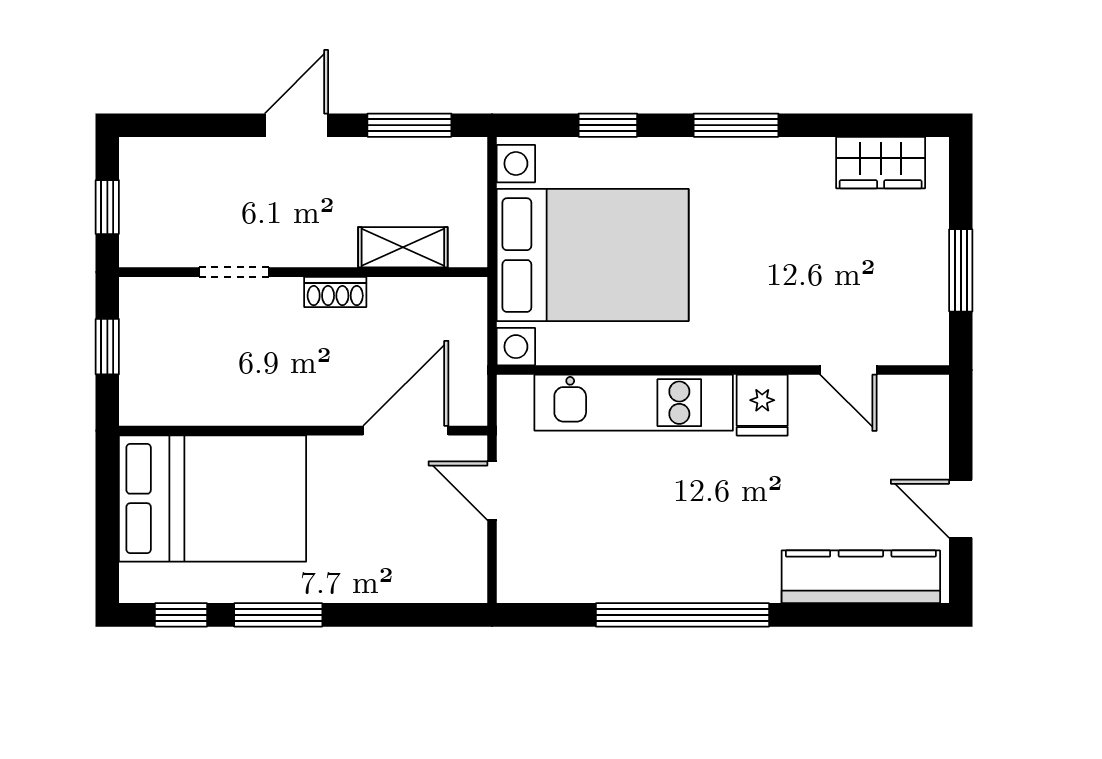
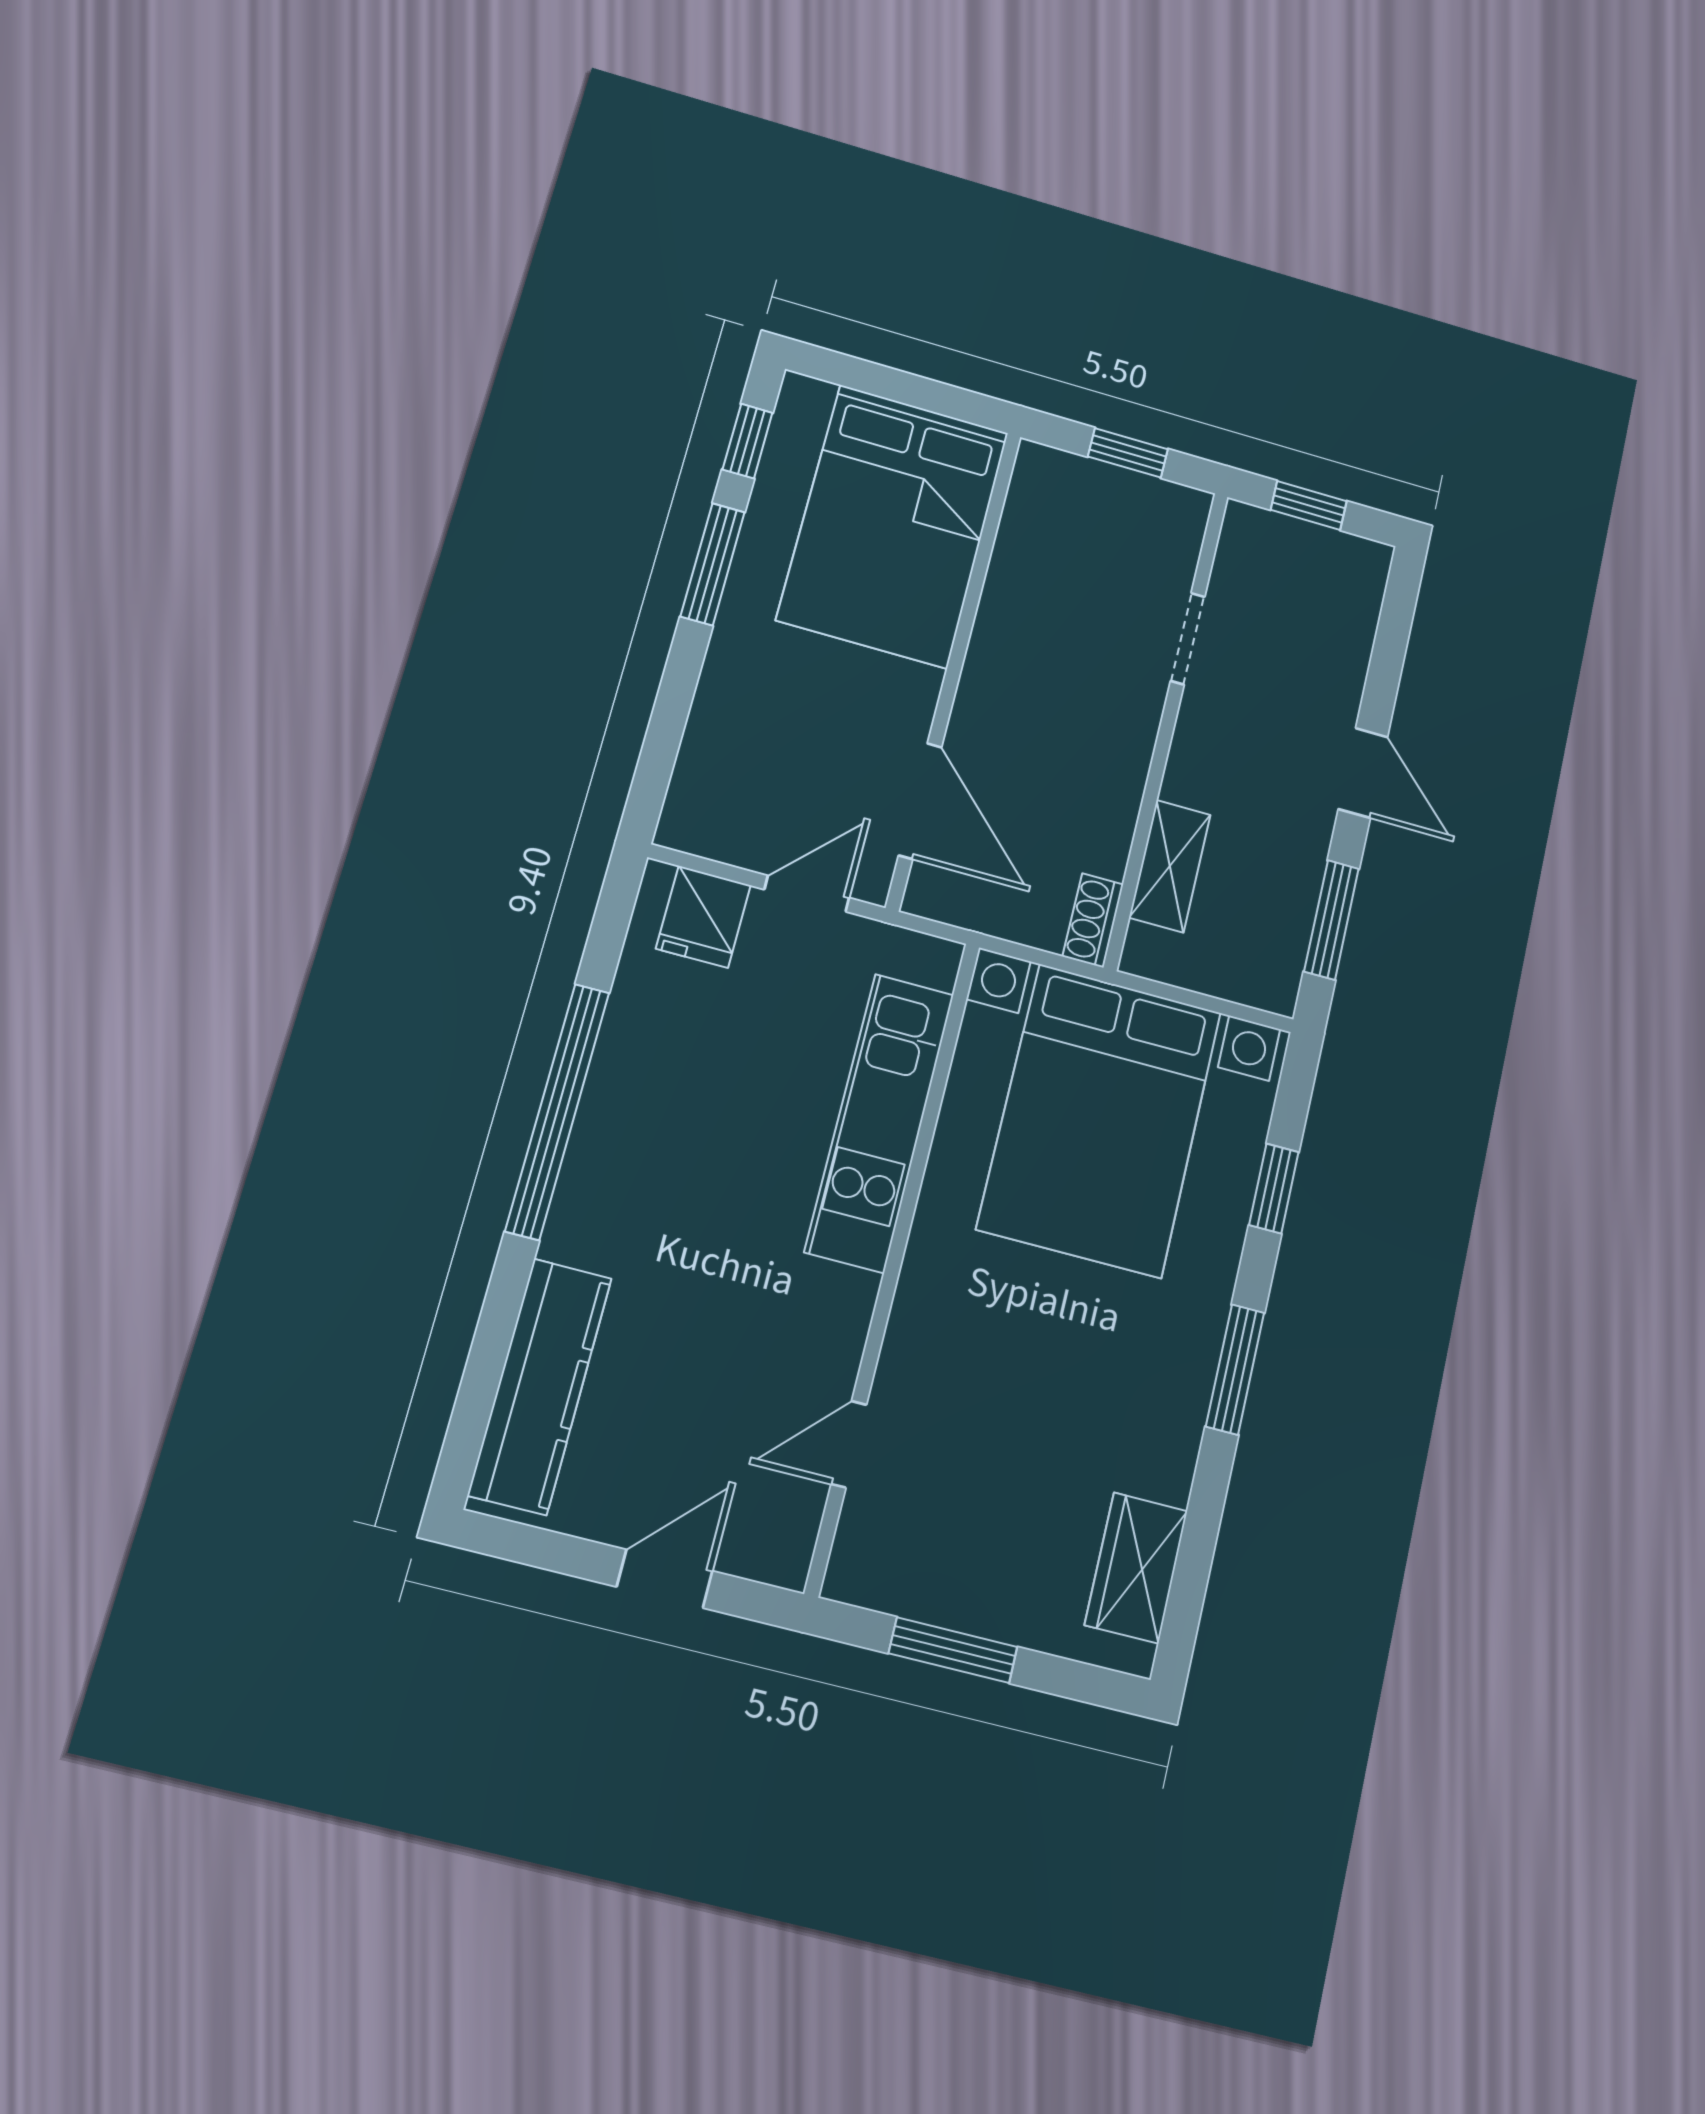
shoe rack: (335, 292) -> (1093, 920), moved
fridge: (762, 405) -> (703, 917), moved, turned -90
door: (961, 509) -> (665, 1579), moved

